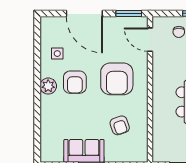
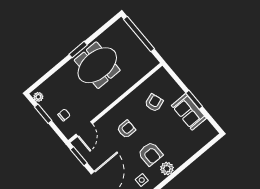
armchair: (117, 79) -> (126, 129), width x0.53, depth x0.53
armchair: (75, 82) -> (150, 154), turned 90

